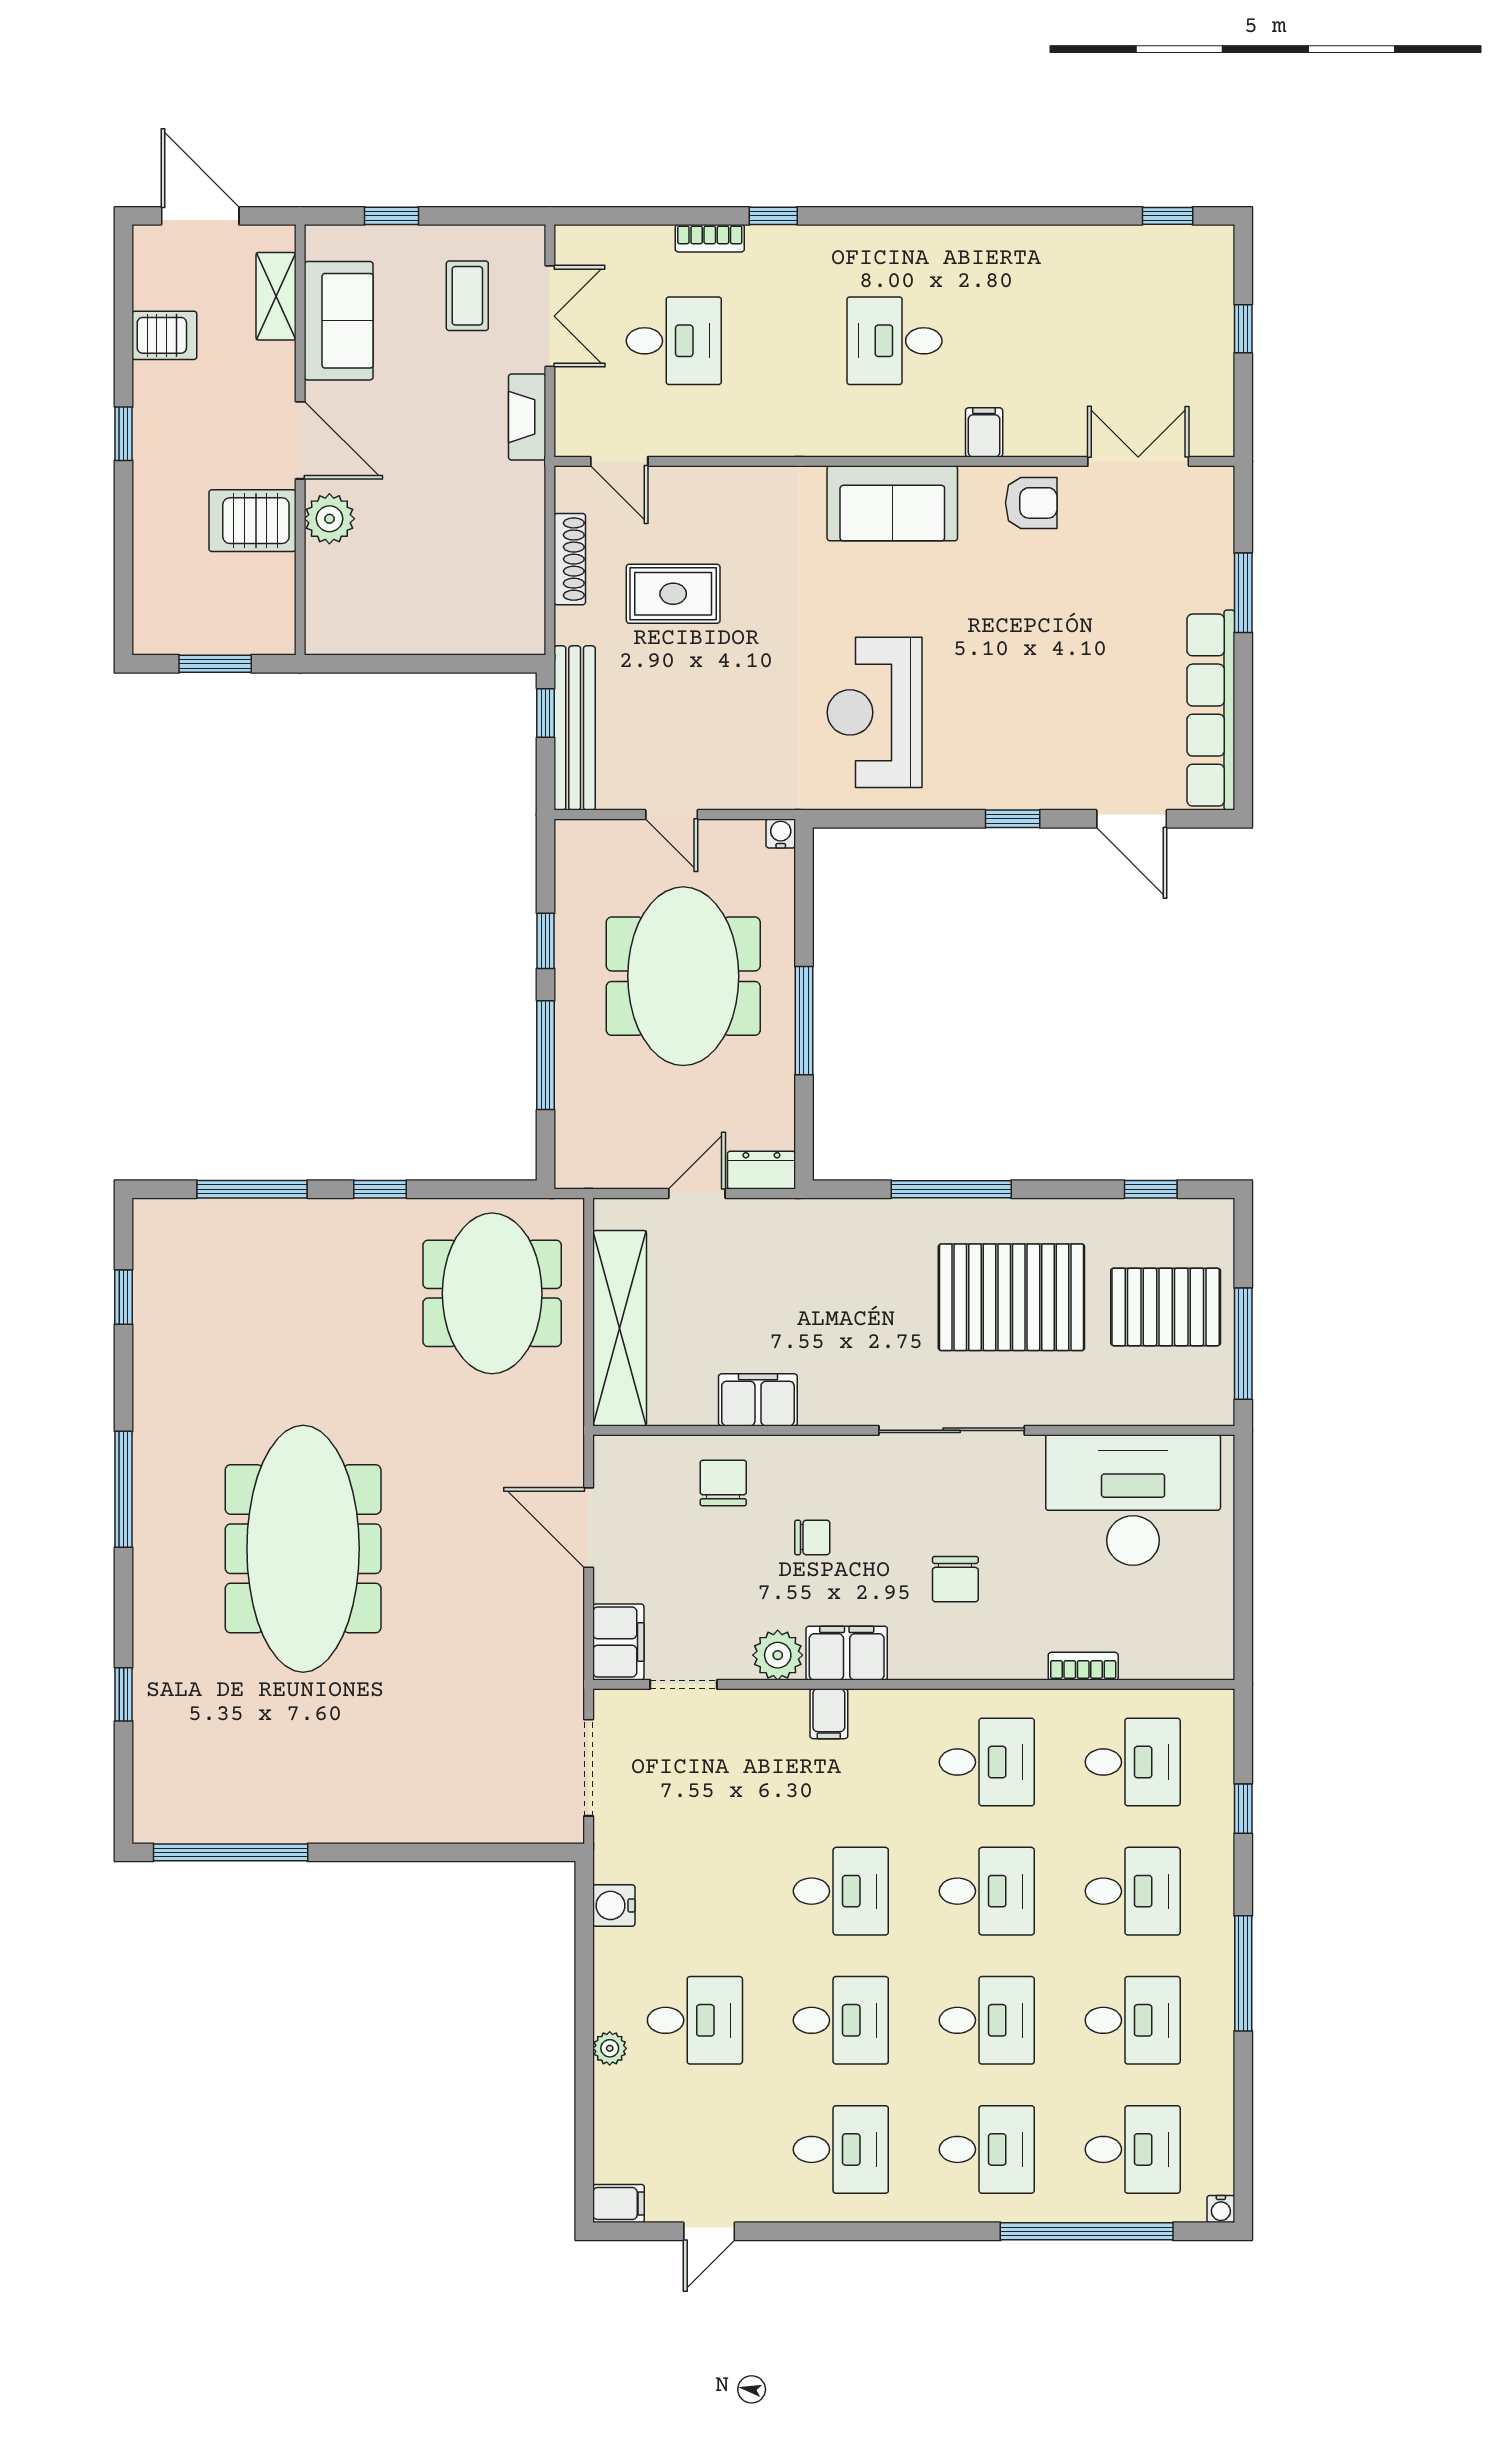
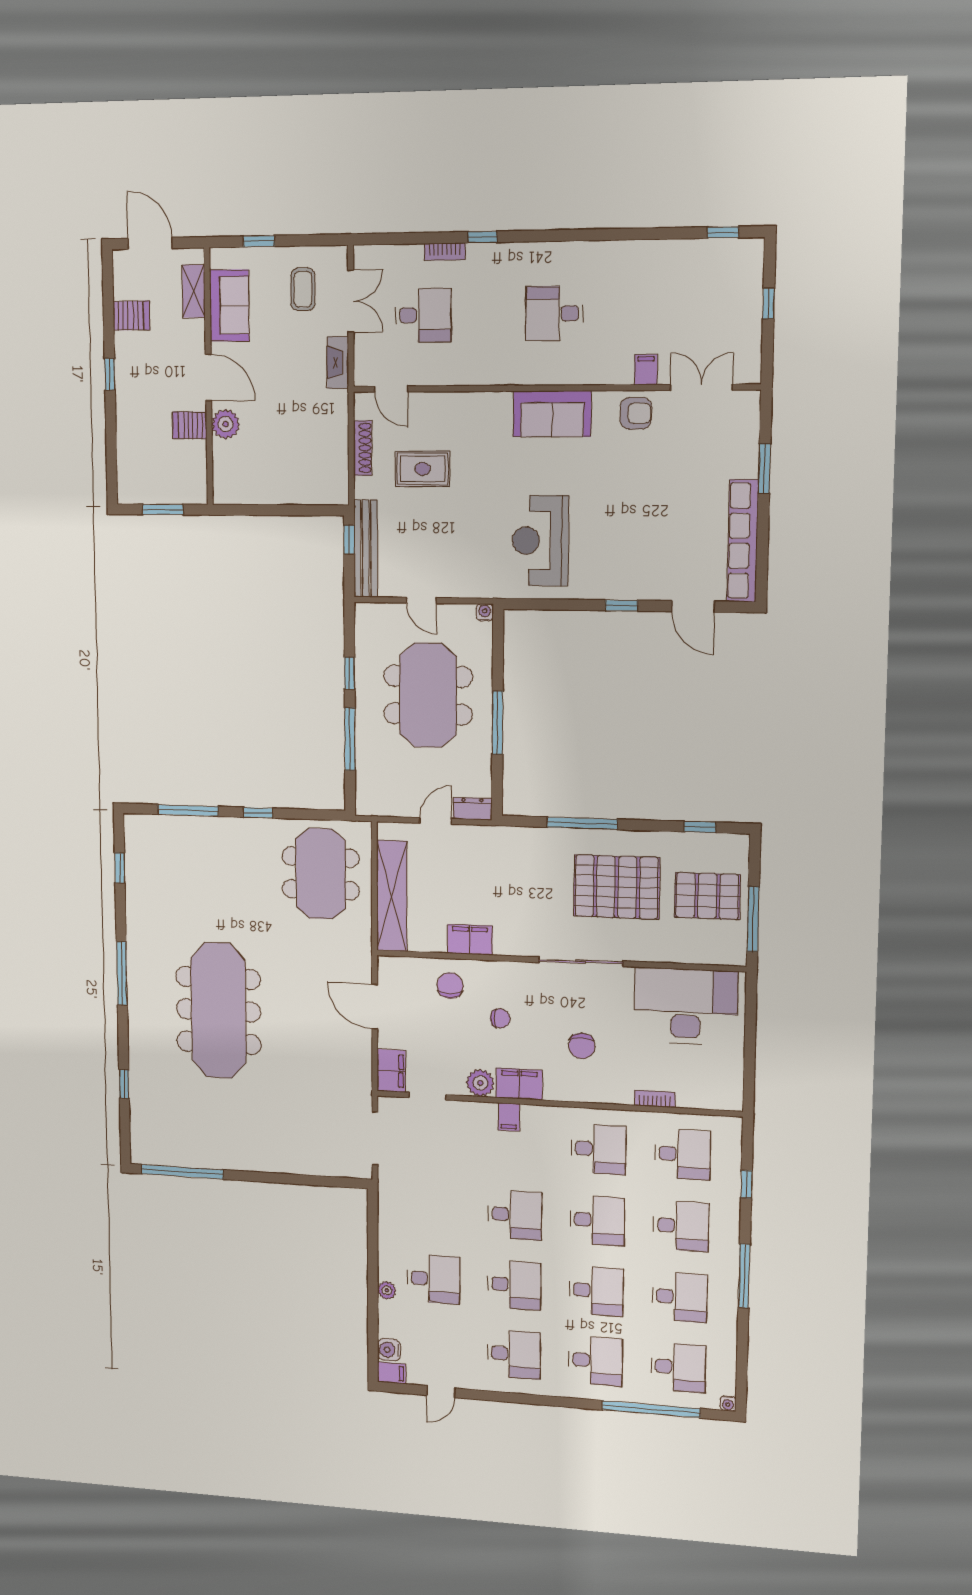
filing cabinet: (984, 432) -> (646, 370), moved
server rack: (252, 521) -> (190, 425), width x0.73, depth x0.70
water cooler: (614, 1905) -> (389, 1350), moved

